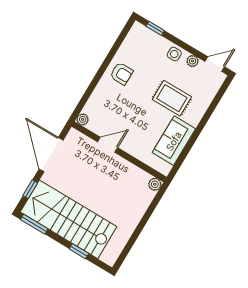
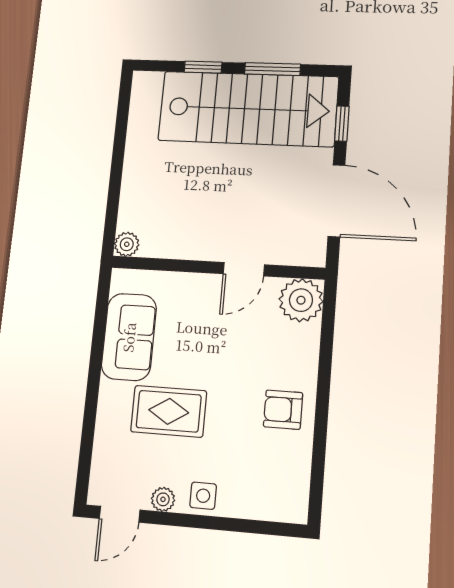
window: (155, 28) -> (262, 527), removed
plant: (83, 119) -> (301, 300), width x1.88, depth x1.88
window: (34, 224) -> (272, 69), moved

